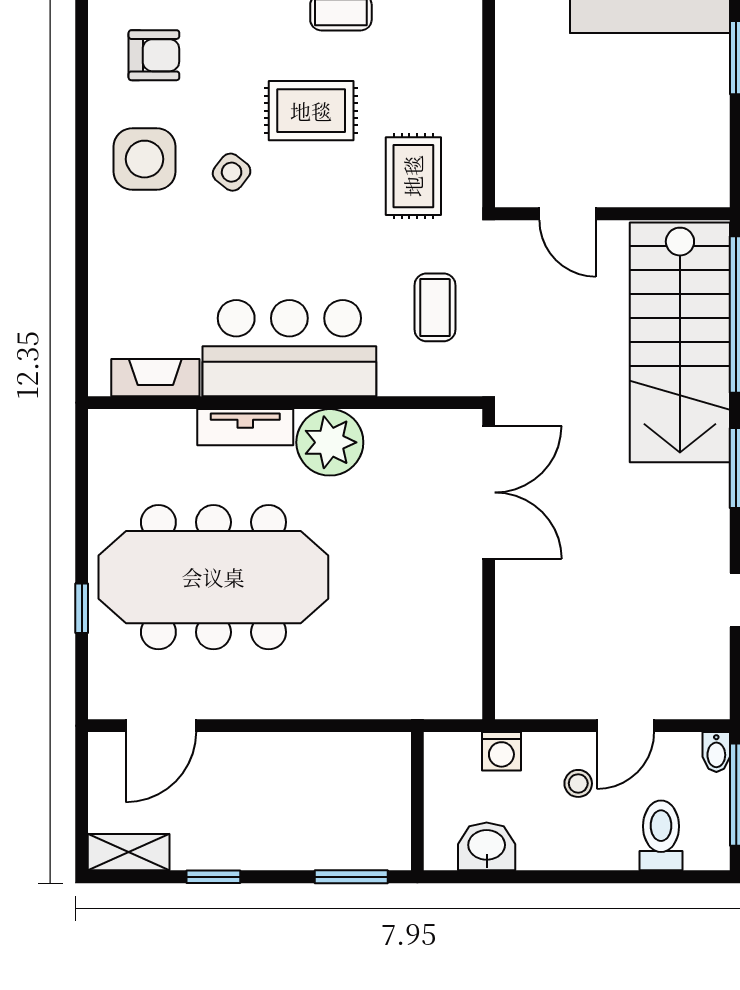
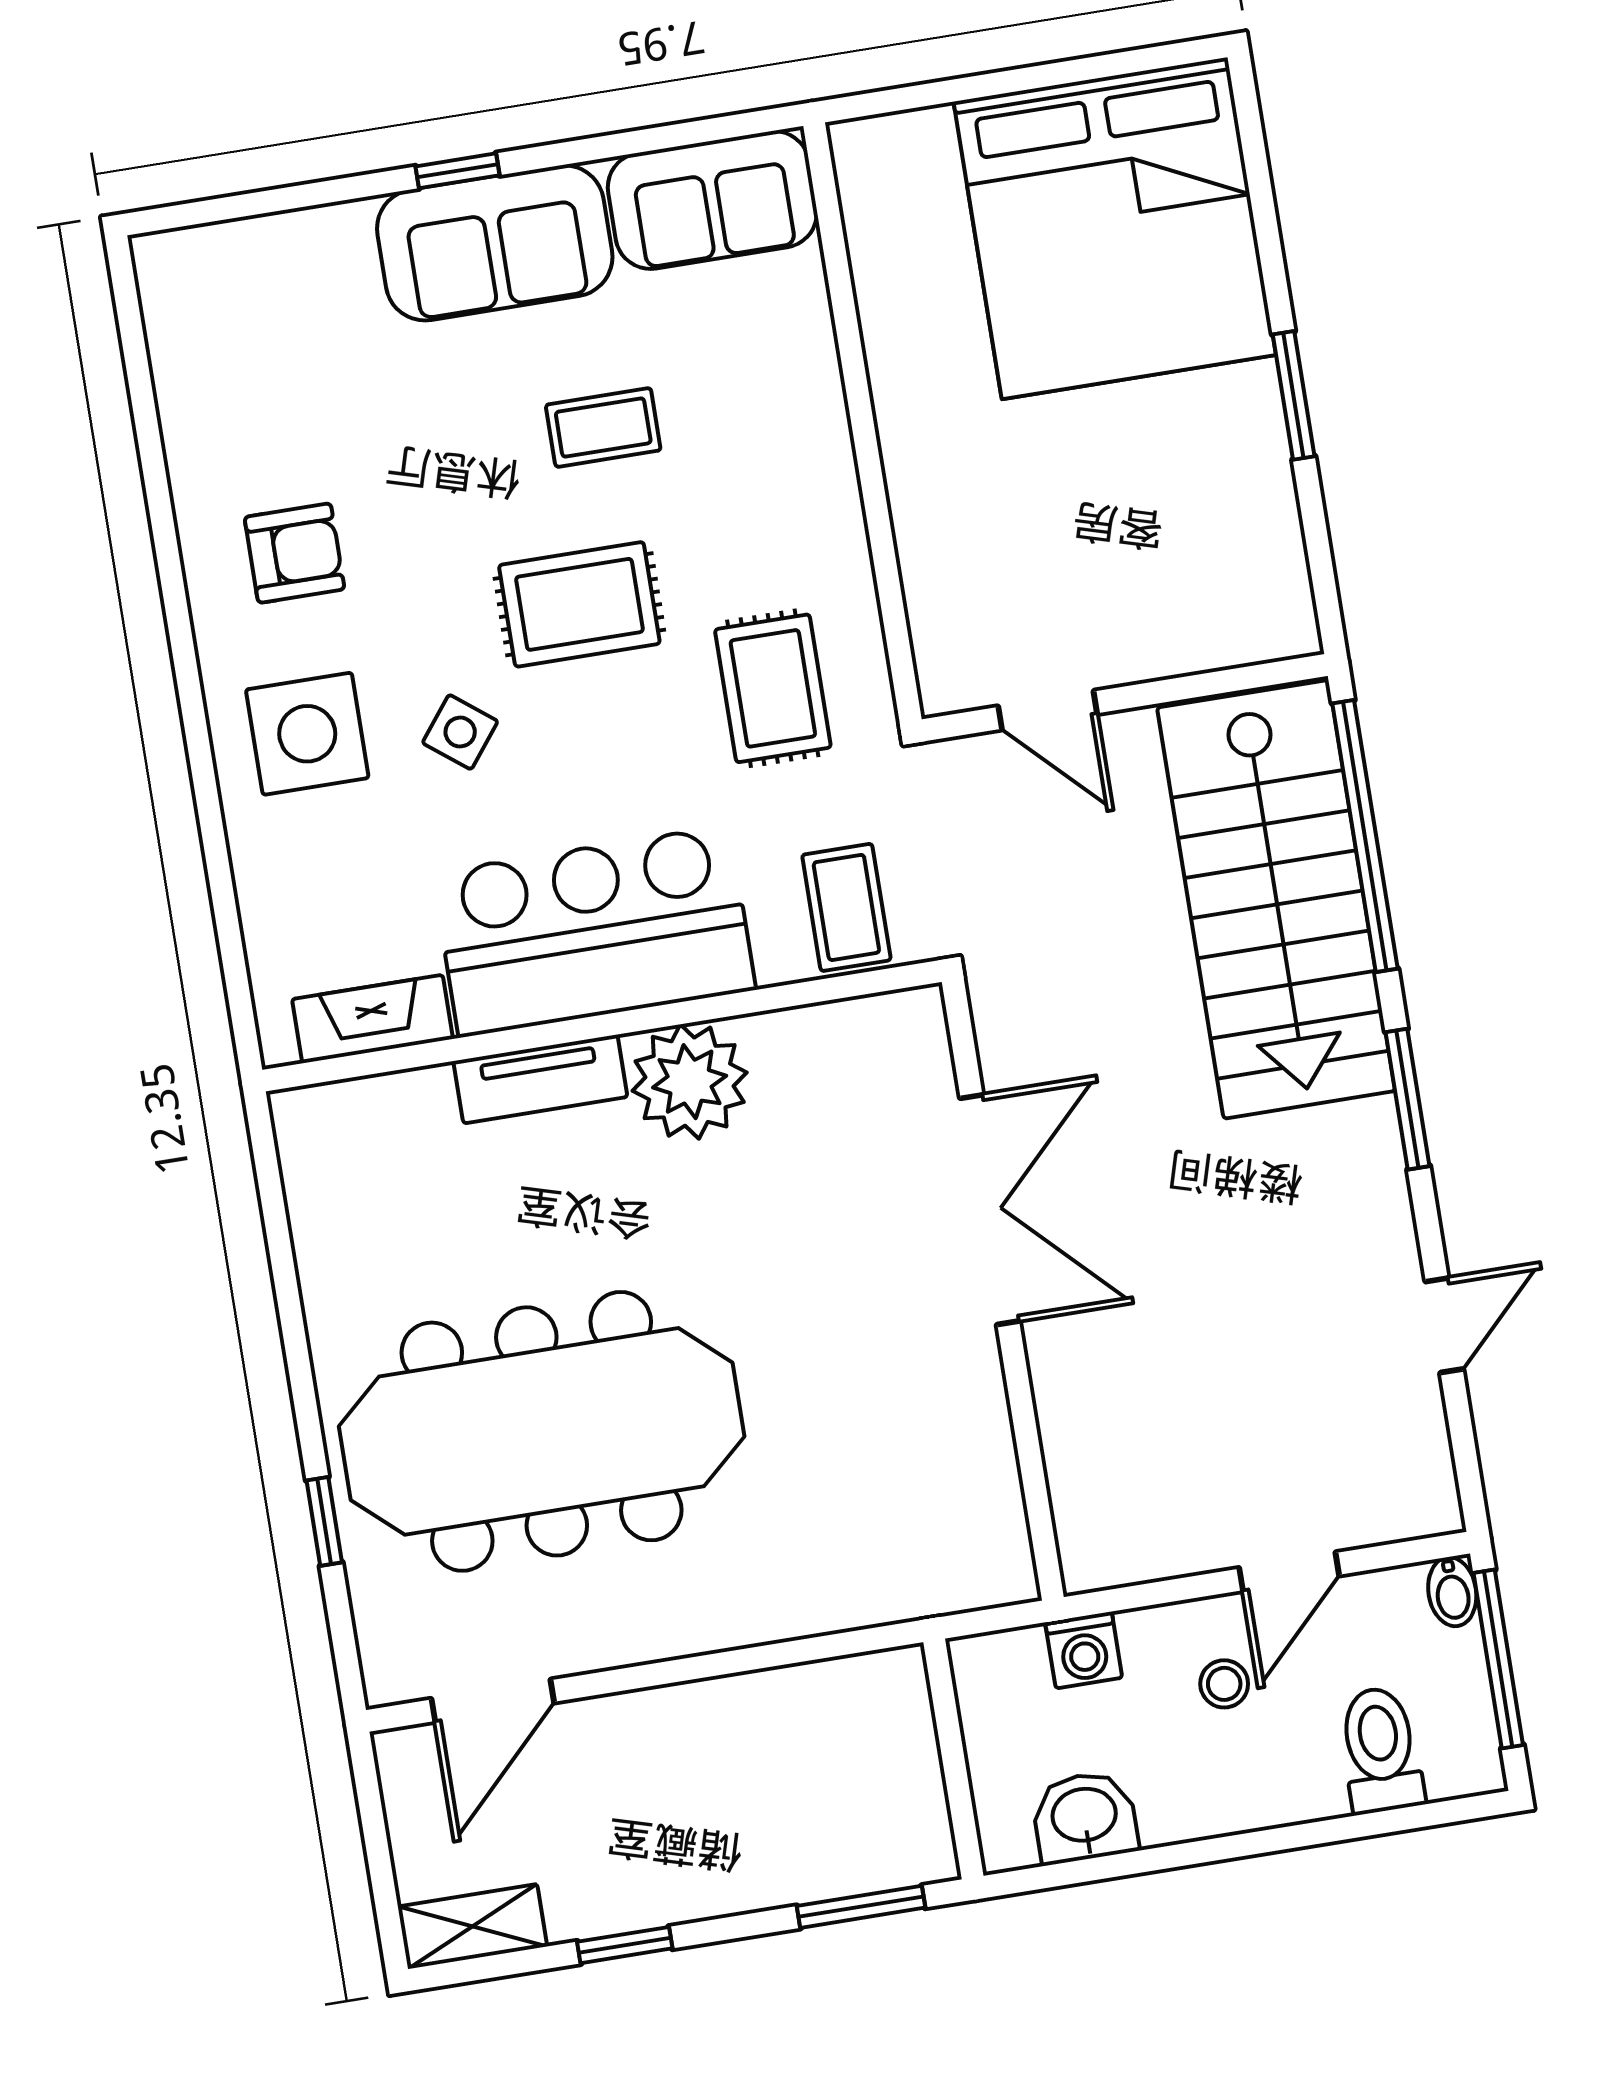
bar counter: (289, 348) -> (594, 931), moved
fireplace: (155, 378) -> (372, 1019), moved
wall: (285, 403) -> (602, 1026), moved
tv unit: (245, 427) -> (540, 1079), moved
plant: (330, 442) -> (690, 1082), moved

